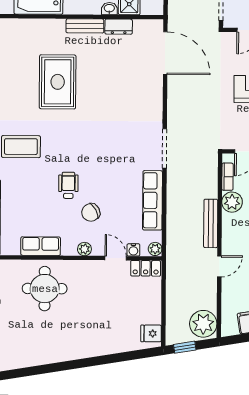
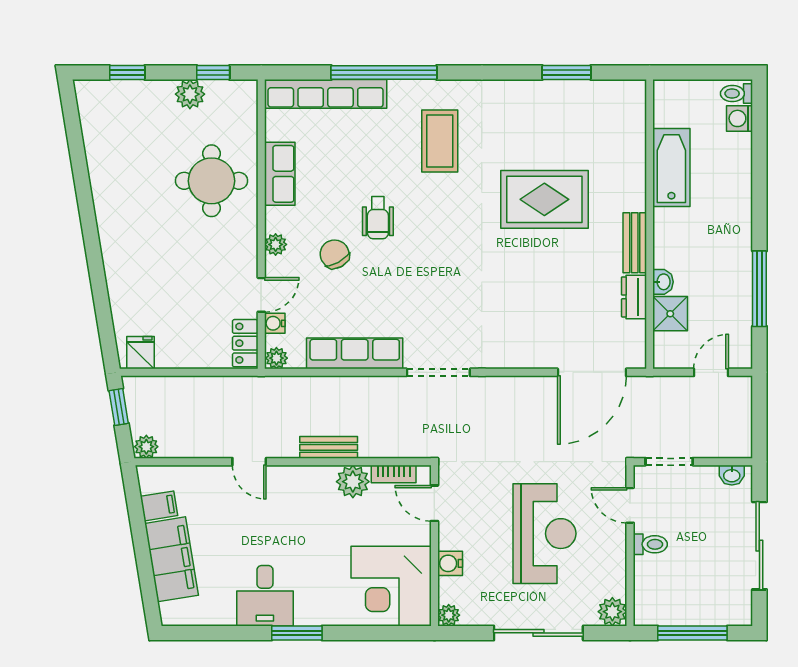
wheelchair: (68, 185) -> (378, 218), turned 90
bench: (211, 223) -> (329, 447), width x0.73
plant: (203, 324) -> (146, 447), width x0.53, depth x0.53

